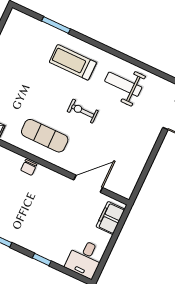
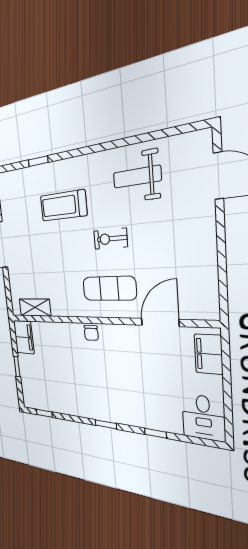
window: (56, 25) -> (38, 161), width x0.67
treadmill: (73, 62) -> (63, 206), moved
exercise mat: (45, 136) -> (109, 288), moved

